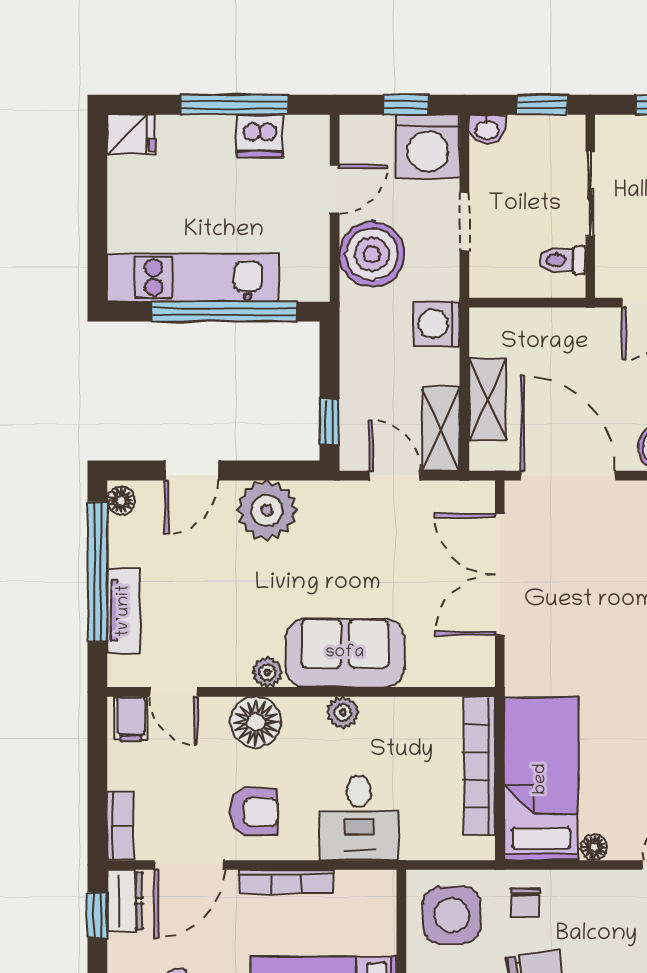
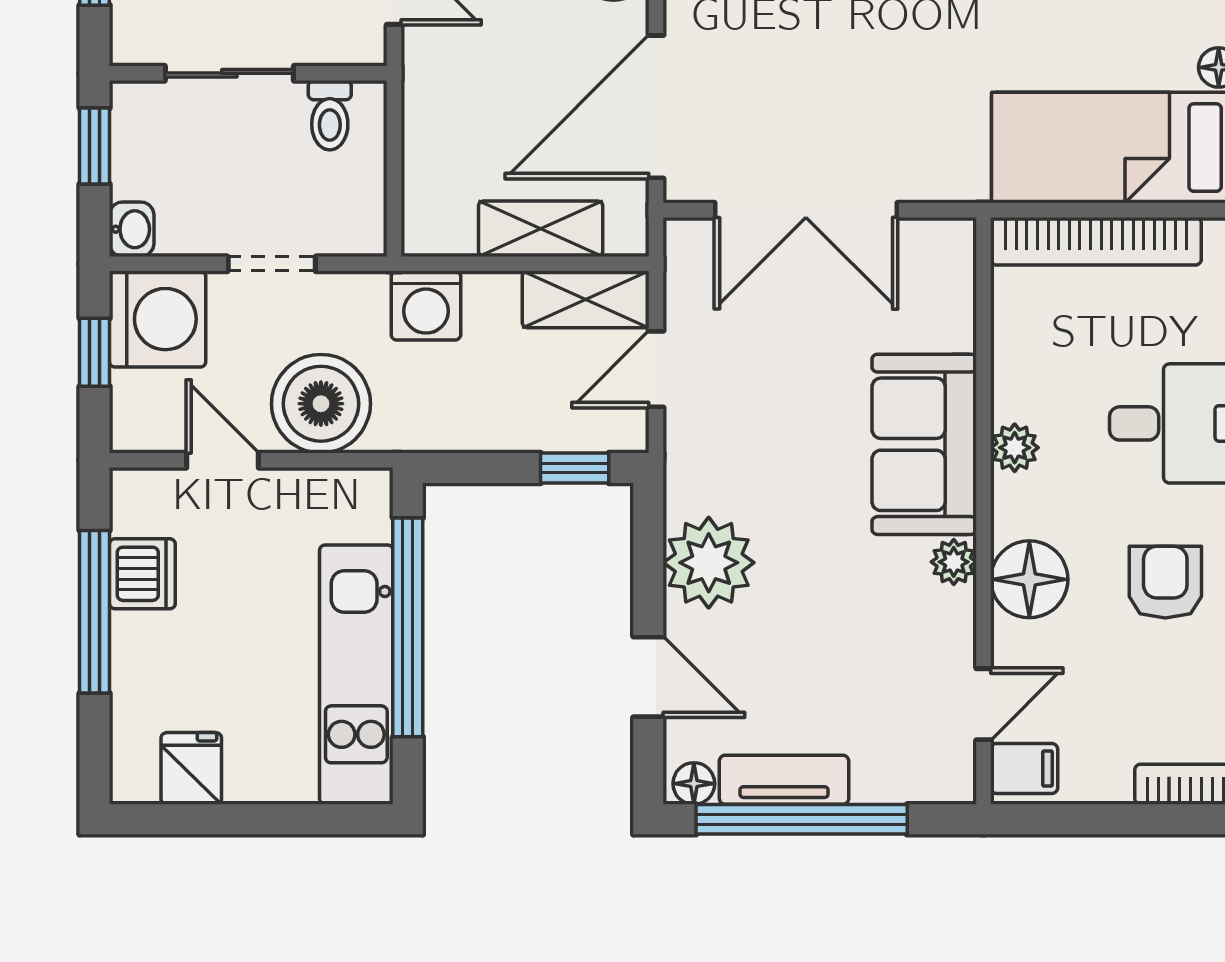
fridge: (131, 134) -> (191, 768), moved
tv unit: (124, 611) -> (784, 780), moved

